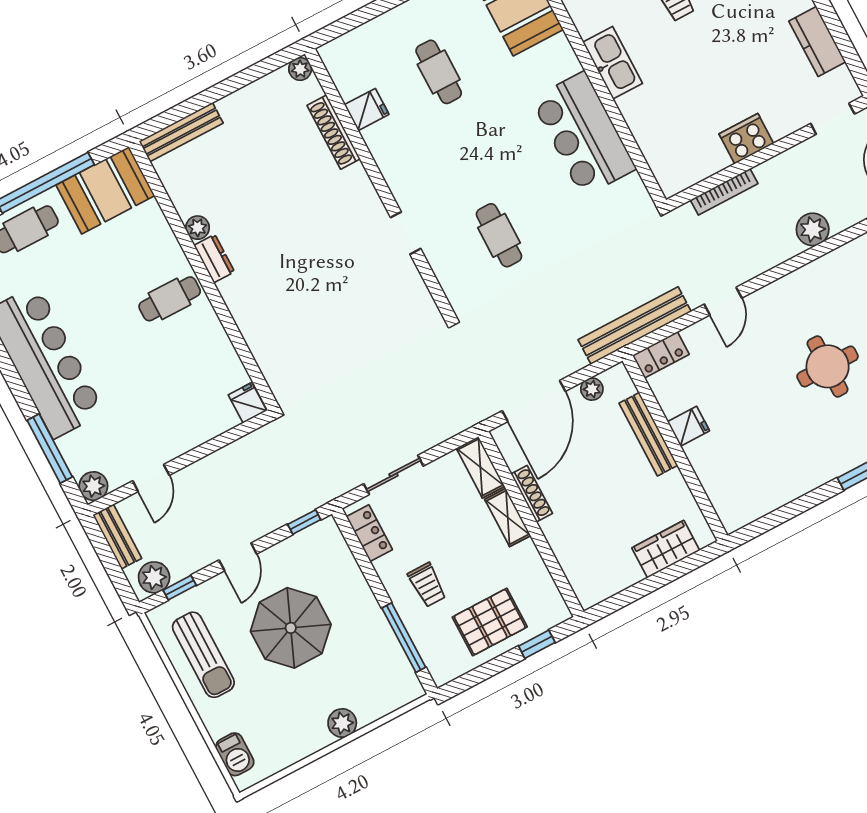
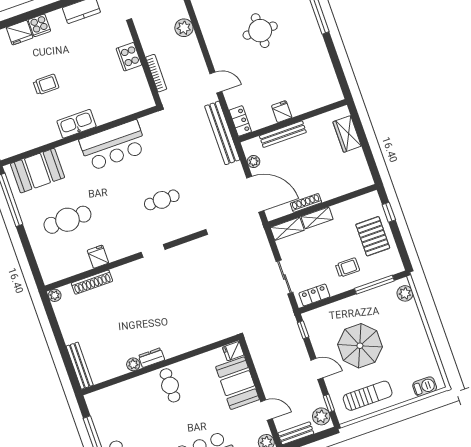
cafe table: (439, 72) -> (67, 220), width x1.37, depth x1.35
fridge: (367, 110) -> (98, 257), moved
booth: (105, 190) -> (238, 383), moved
plant: (342, 723) -> (405, 293), moved

